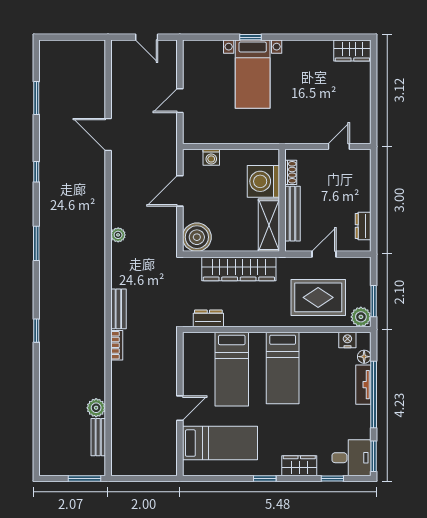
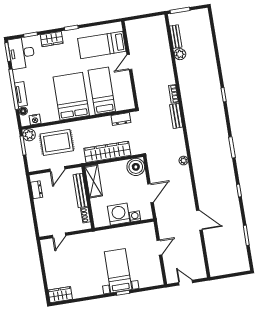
washing machine: (263, 181) -> (119, 214), moved, turned -90
bed: (283, 368) -> (71, 96), width x1.50
desk: (351, 458) -> (22, 53), width x1.37

